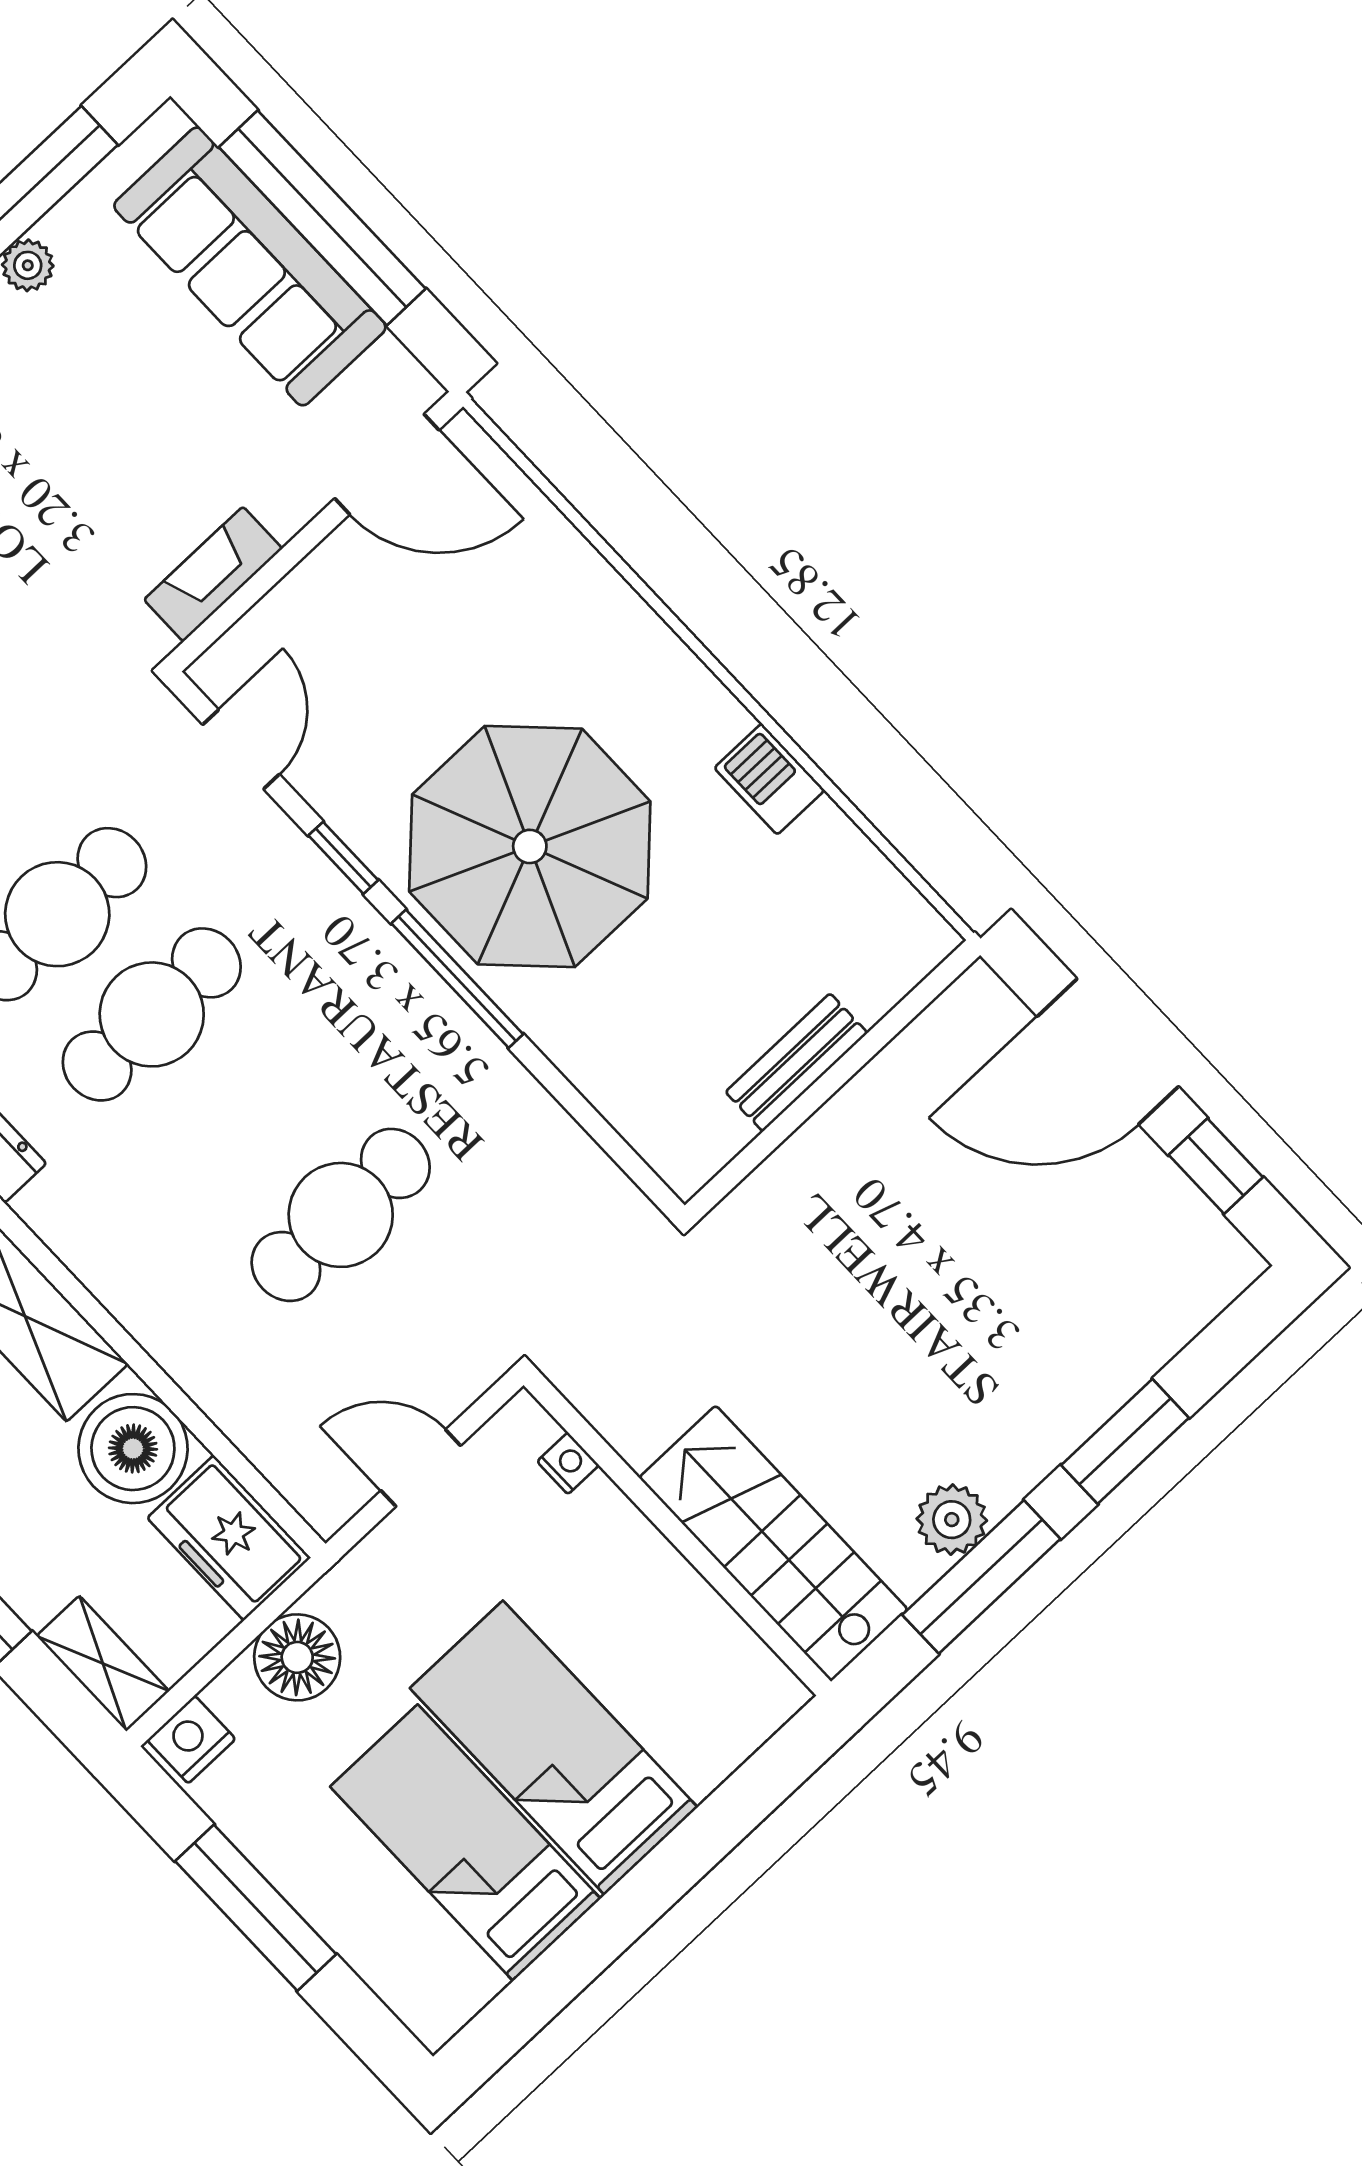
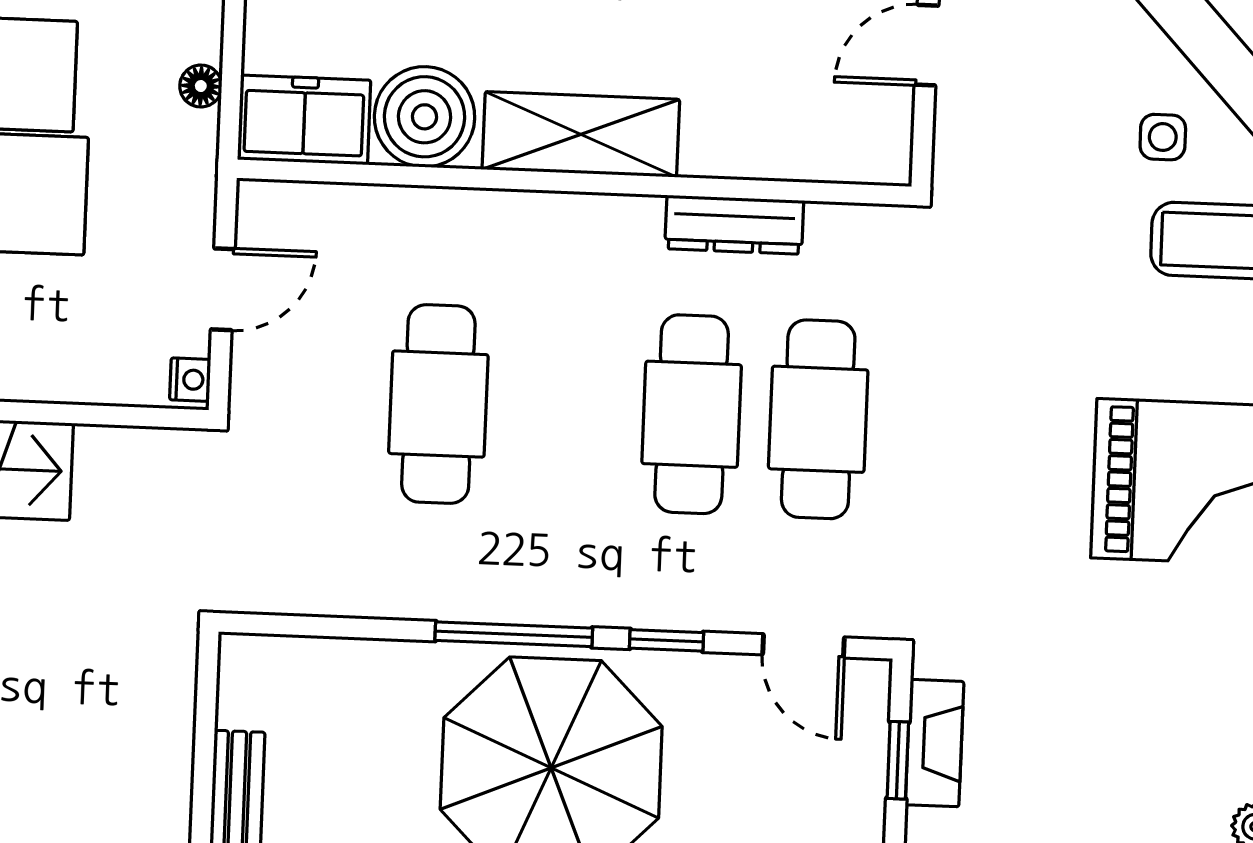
window: (255, 589) -> (898, 760), added
nightstand: (568, 1463) -> (190, 380), moved, turned -90
floor lamp: (297, 1657) -> (201, 86), width x0.53, depth x0.53

